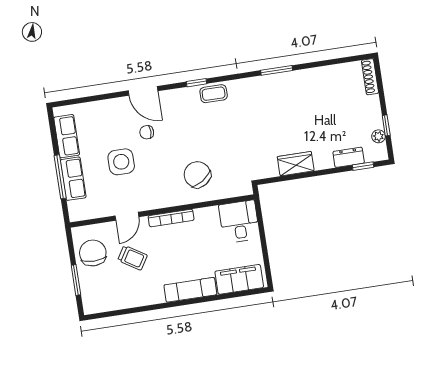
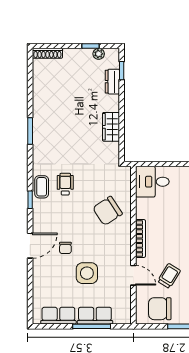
wheelchair: (221, 121) -> (65, 184), added

